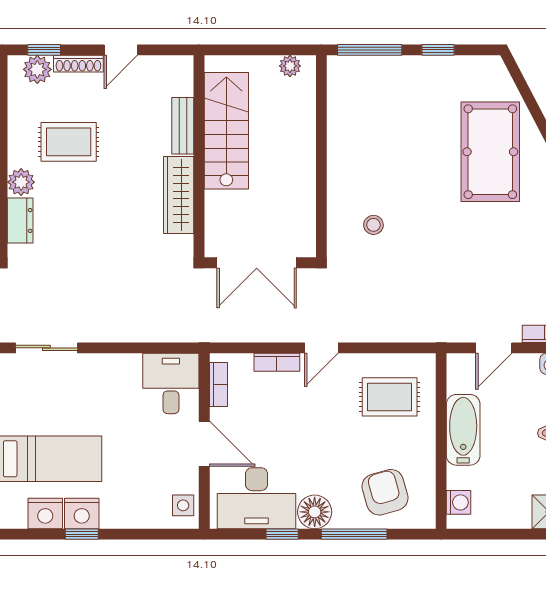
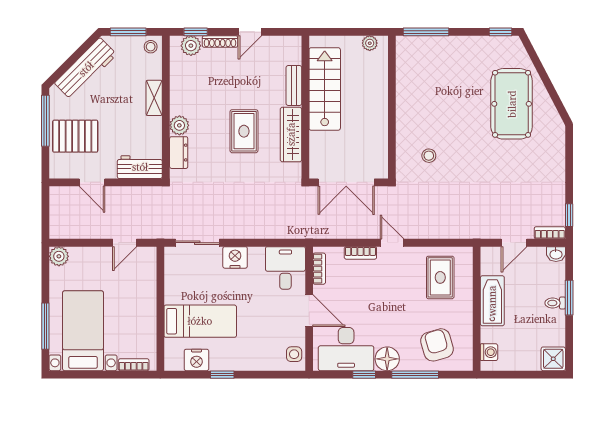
window: (438, 50) -> (500, 32), moved
rug: (69, 142) -> (244, 131), moved, turned 90
door: (321, 348) -> (392, 243), swing flipped
rug: (390, 397) -> (440, 277), turned 90
nightstand: (82, 513) -> (235, 257), moved, turned 180

